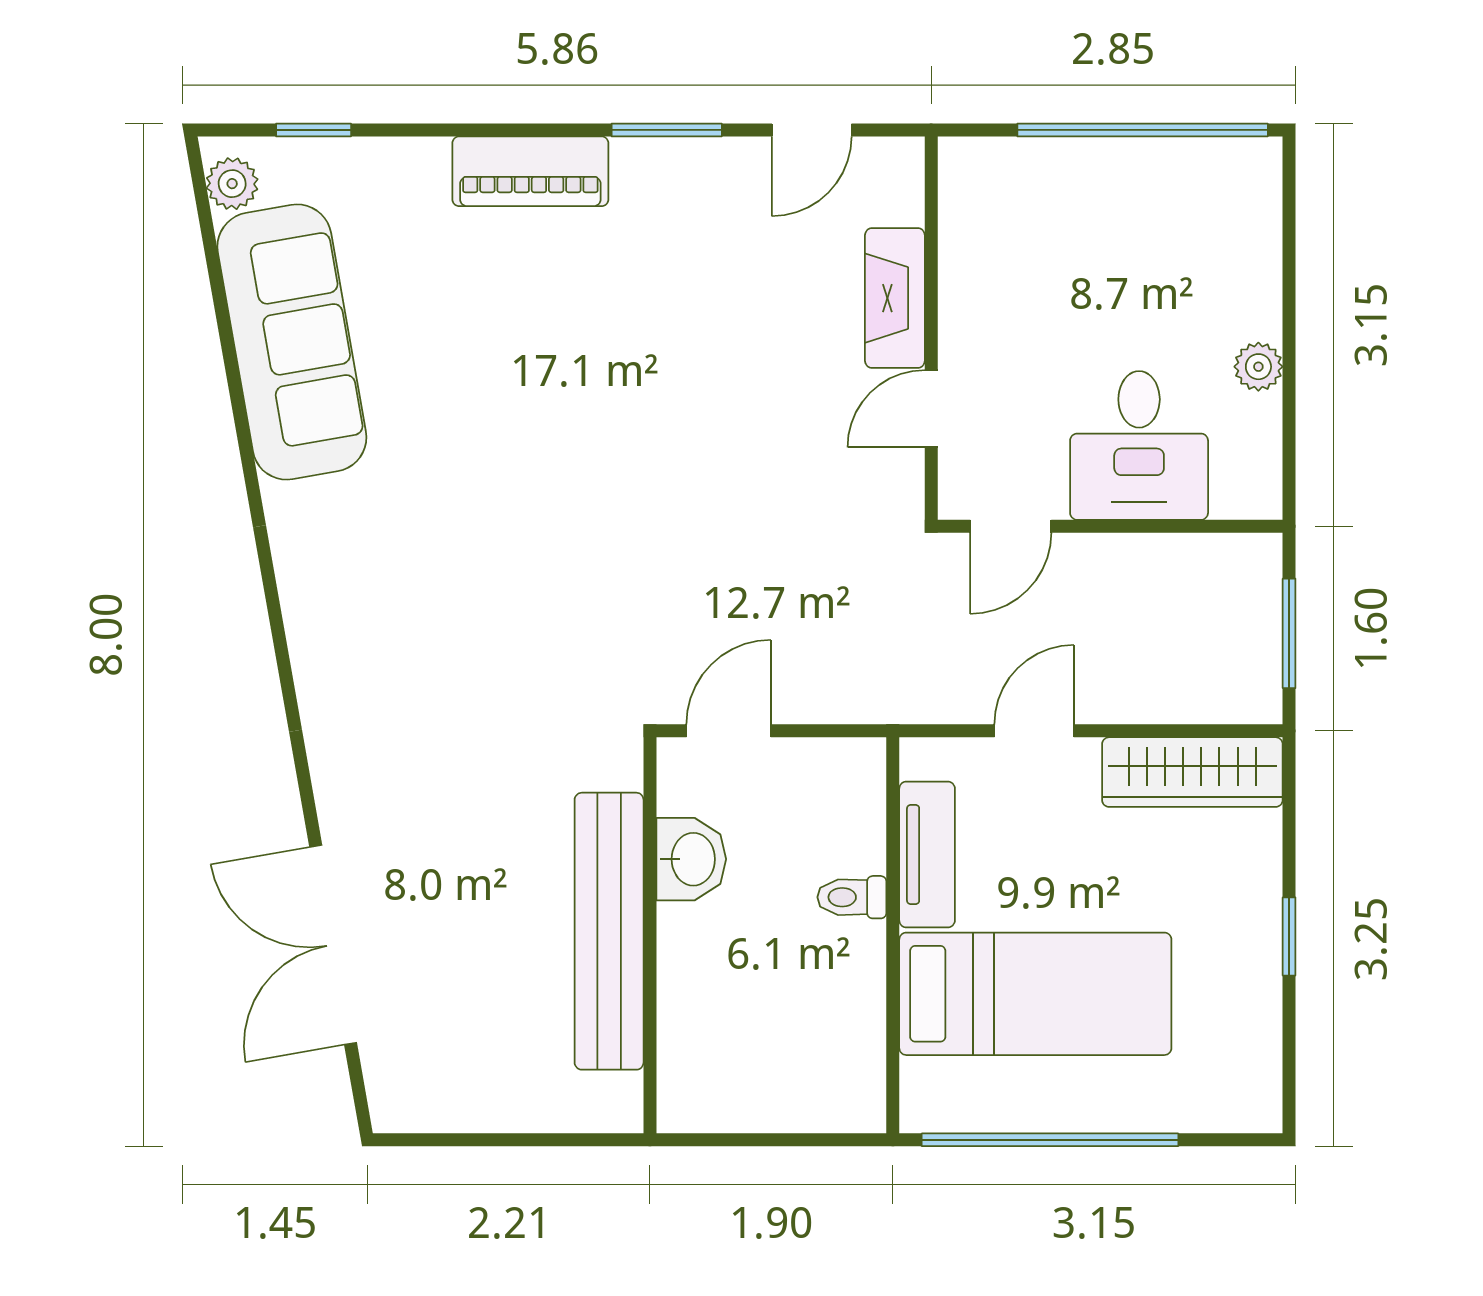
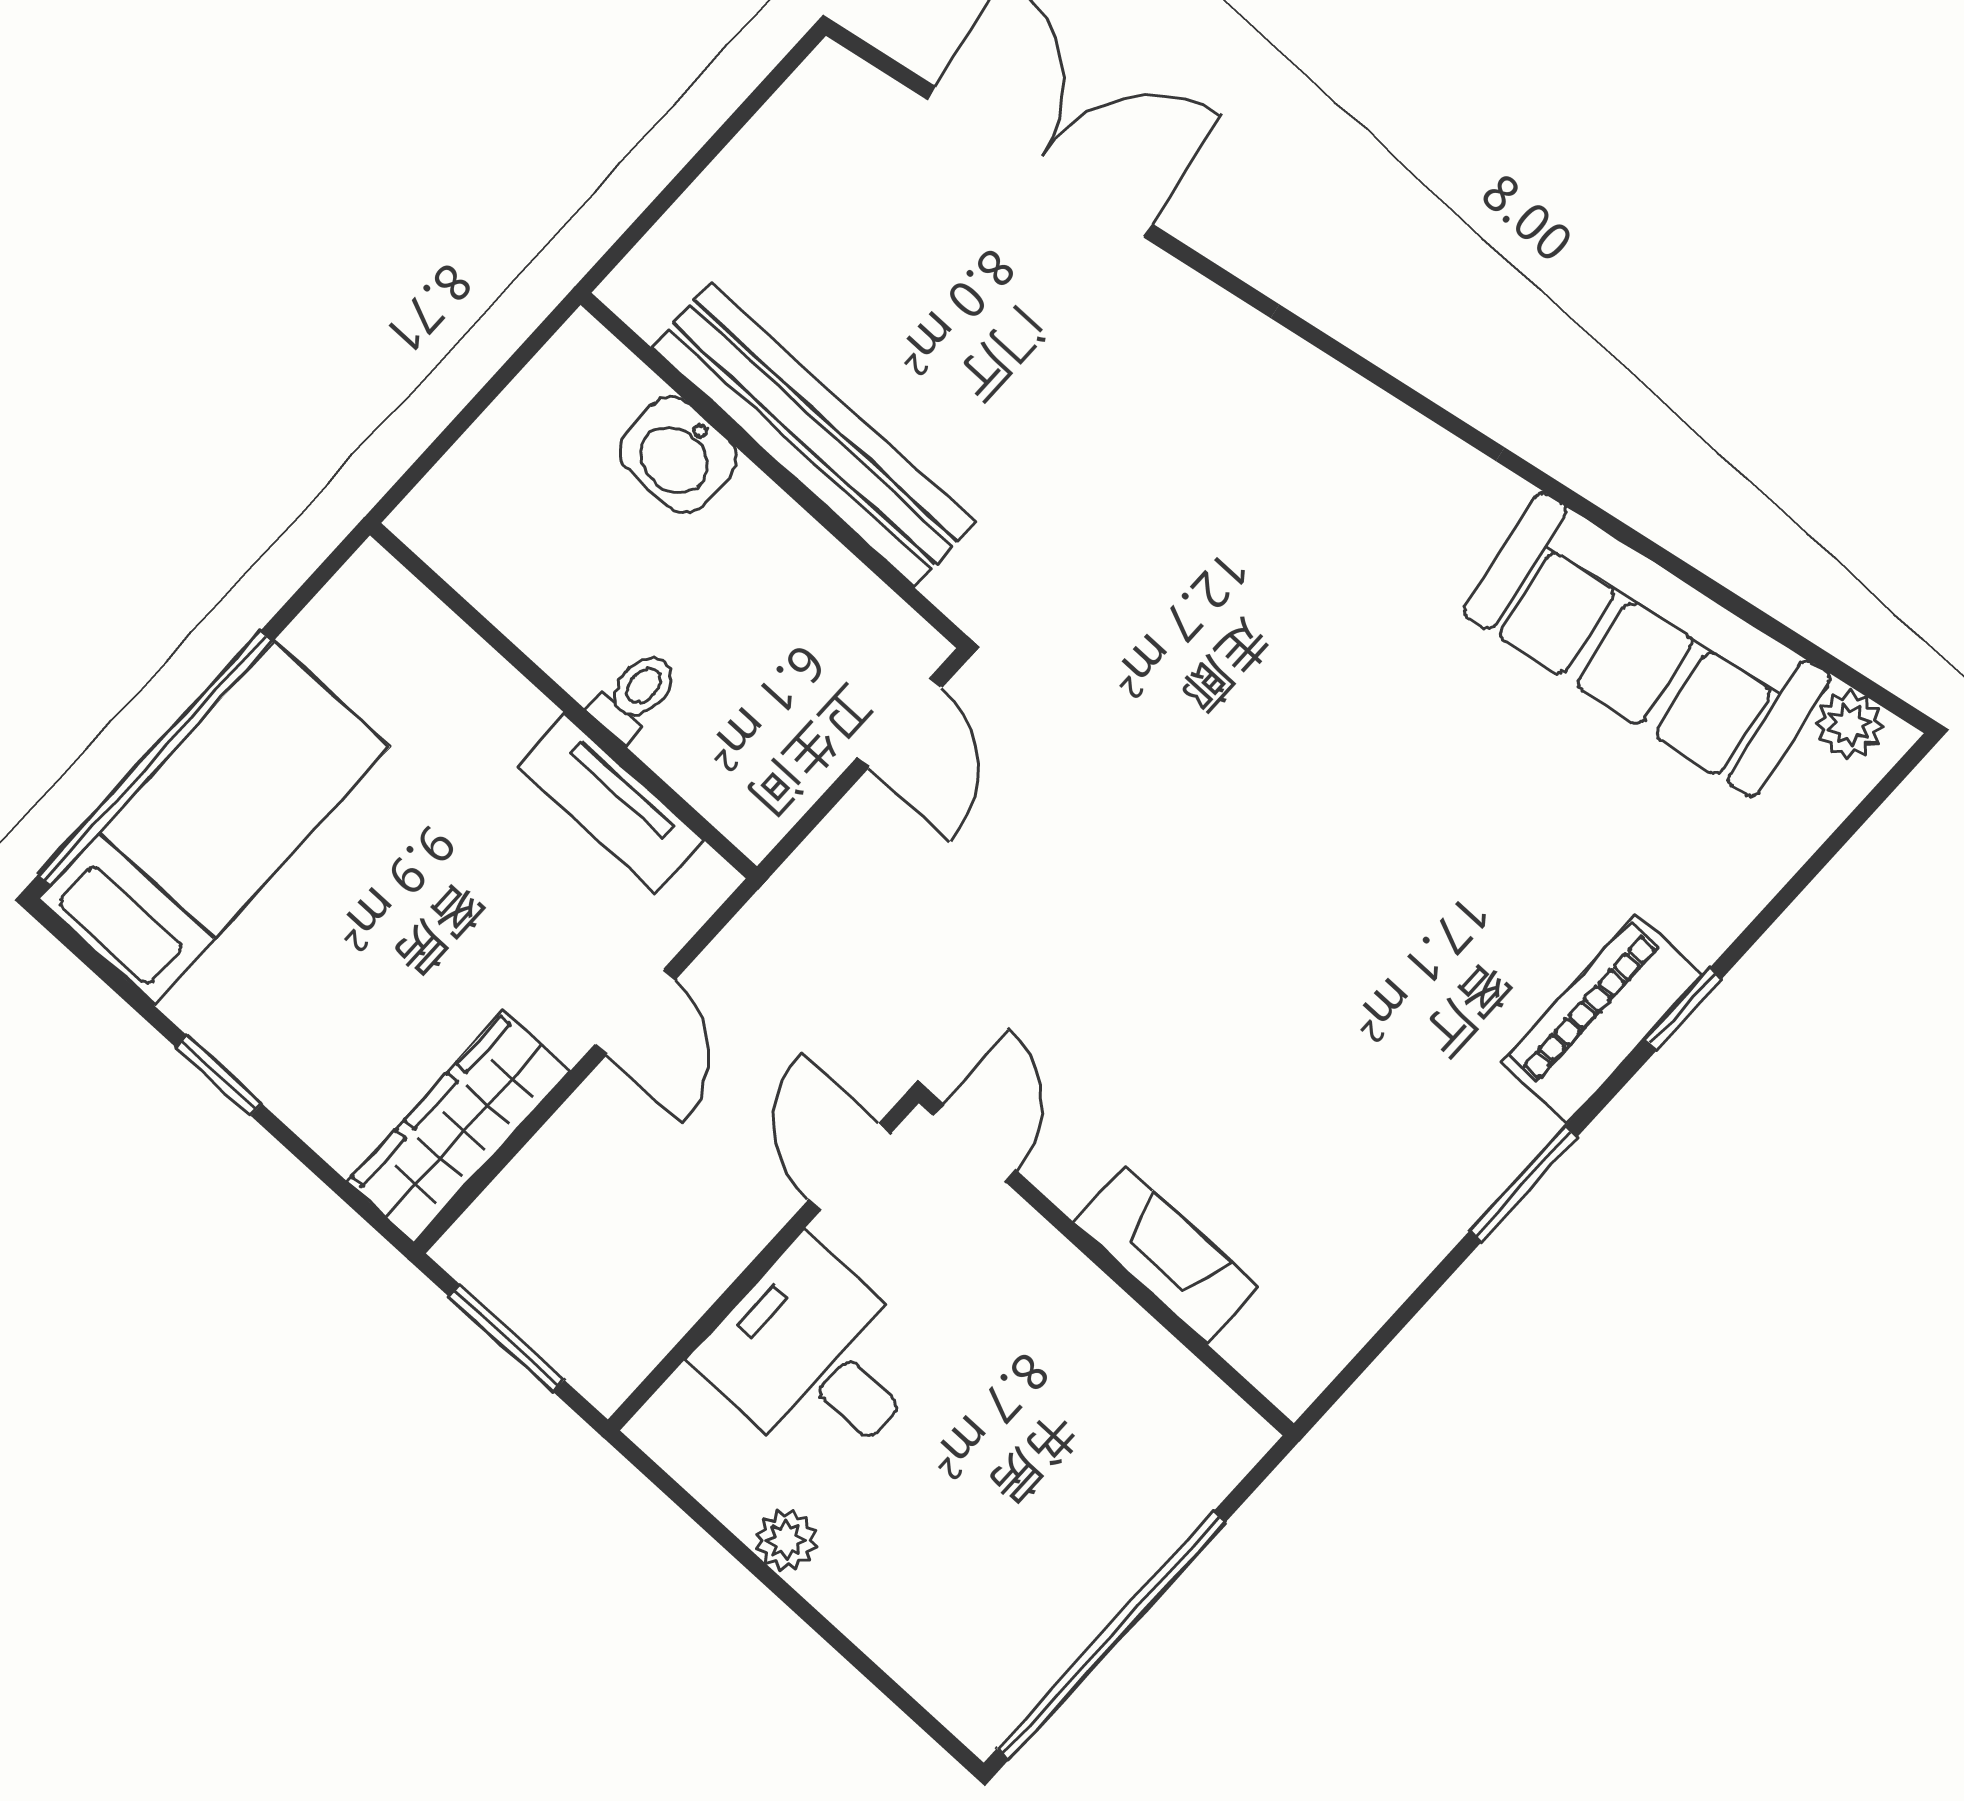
window: (314, 130) -> (1683, 1009), moved
door: (812, 130) -> (1398, 1322), removed
door: (931, 409) -> (974, 1143), moved
washbasin: (691, 859) -> (678, 455), moved
bed: (1035, 994) -> (214, 823), moved, turned 180
window: (1050, 1140) -> (155, 758), moved

